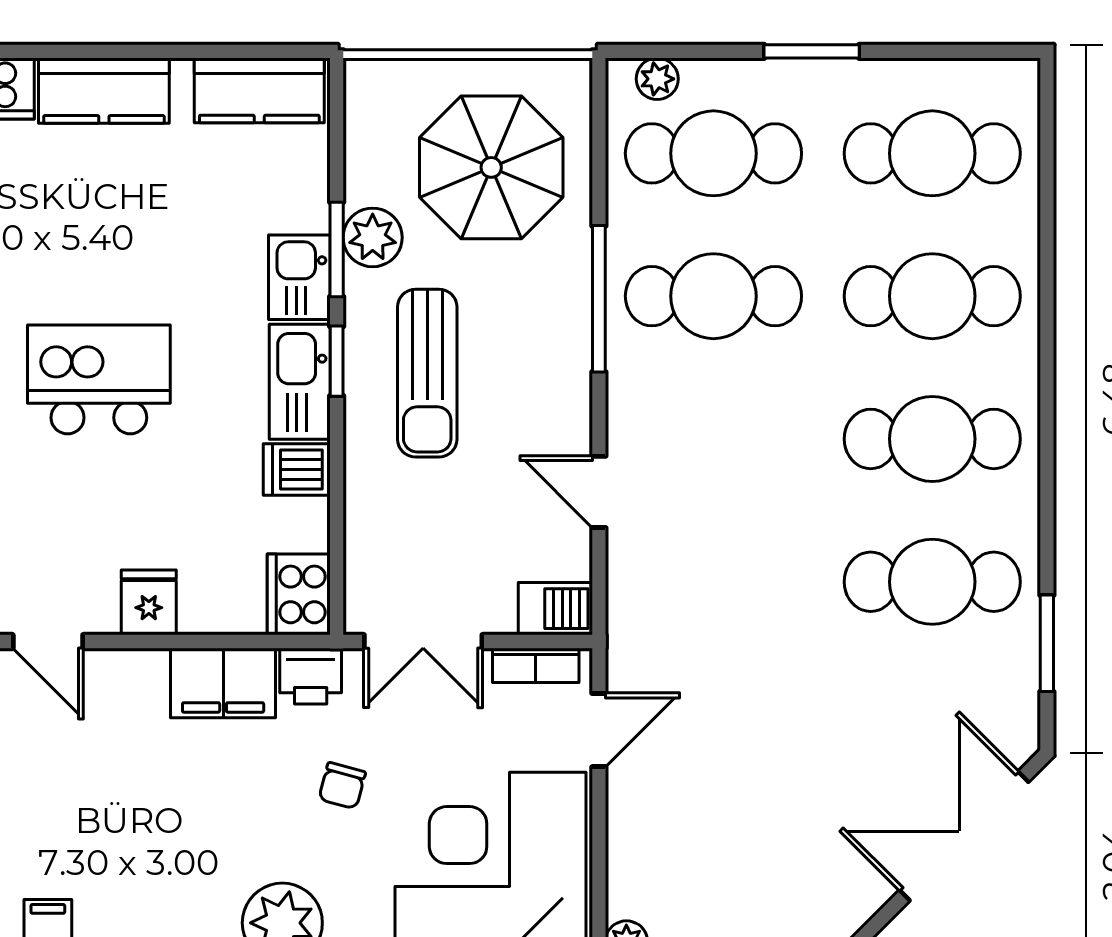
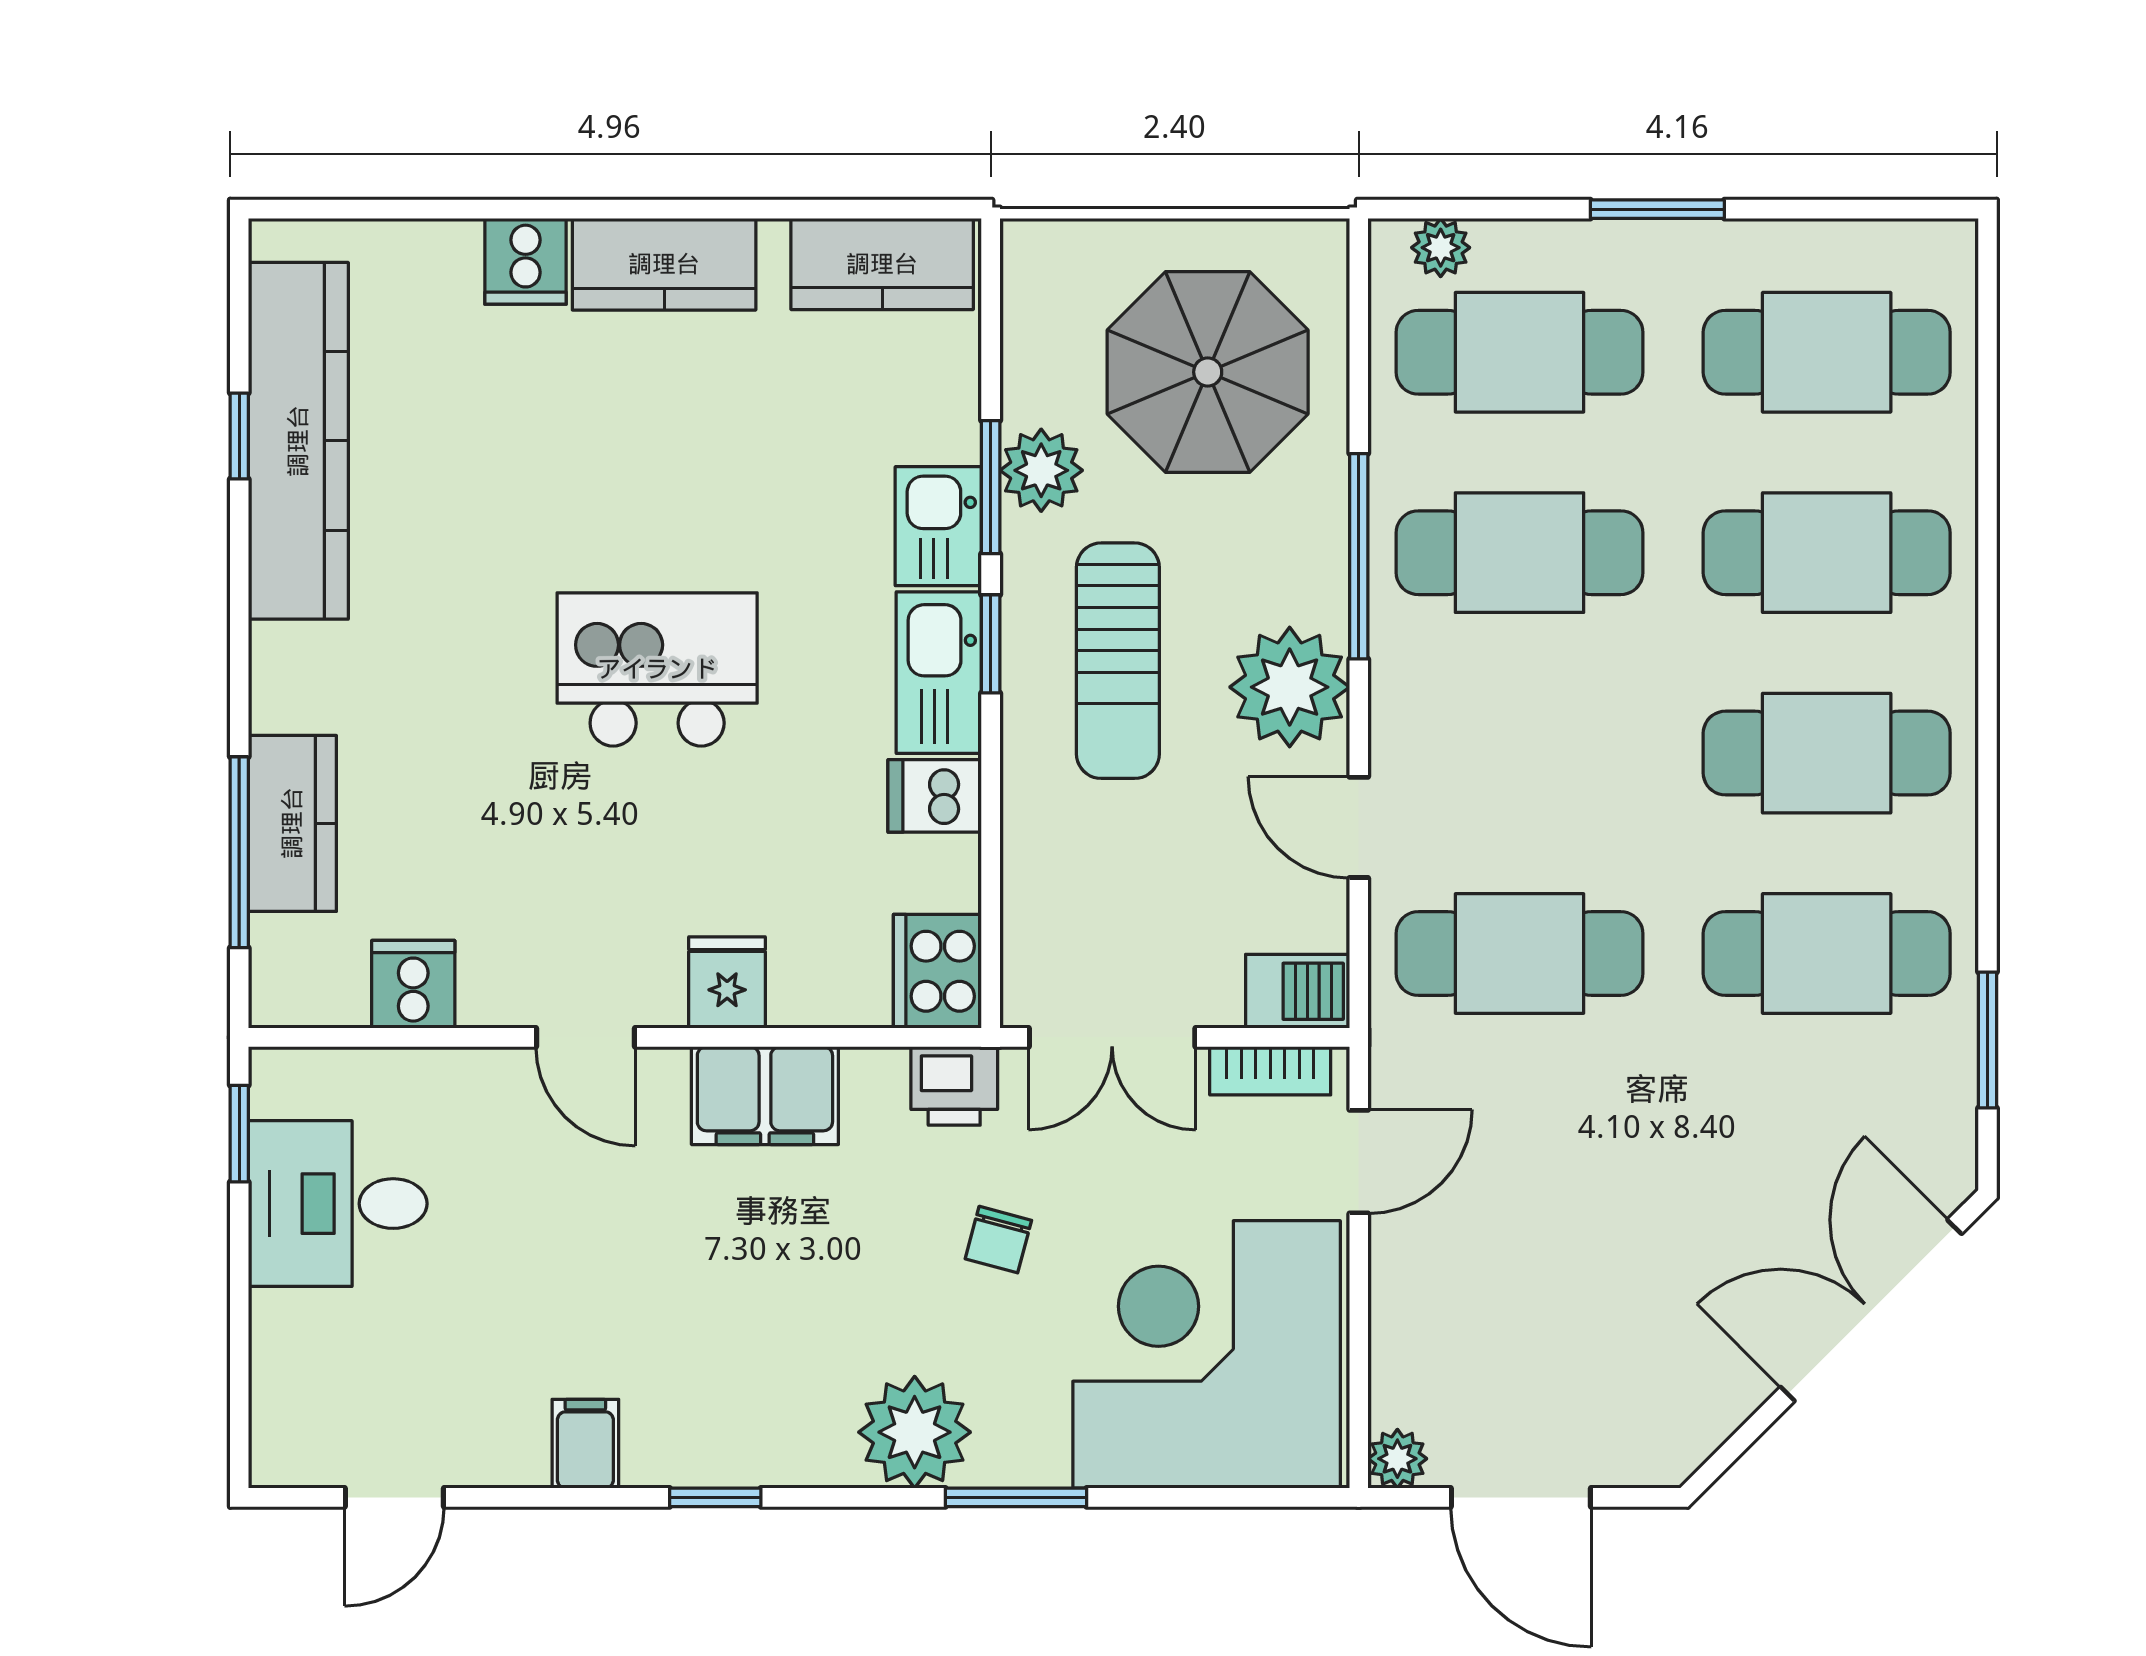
plant: (550, 392) -> (1290, 687), added
cafe table: (713, 582) -> (1520, 953), added
filing cabinet: (223, 683) -> (765, 1096), moved

